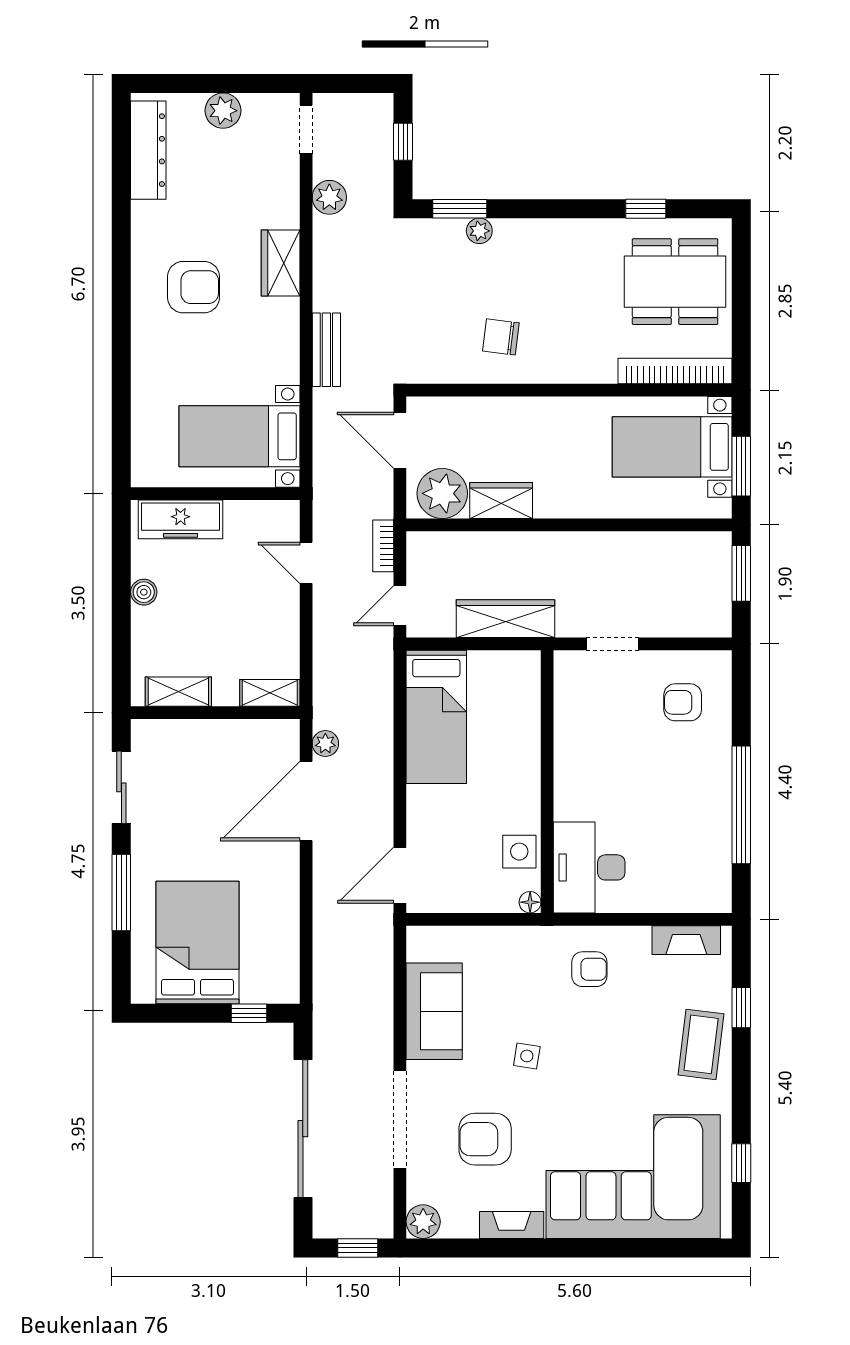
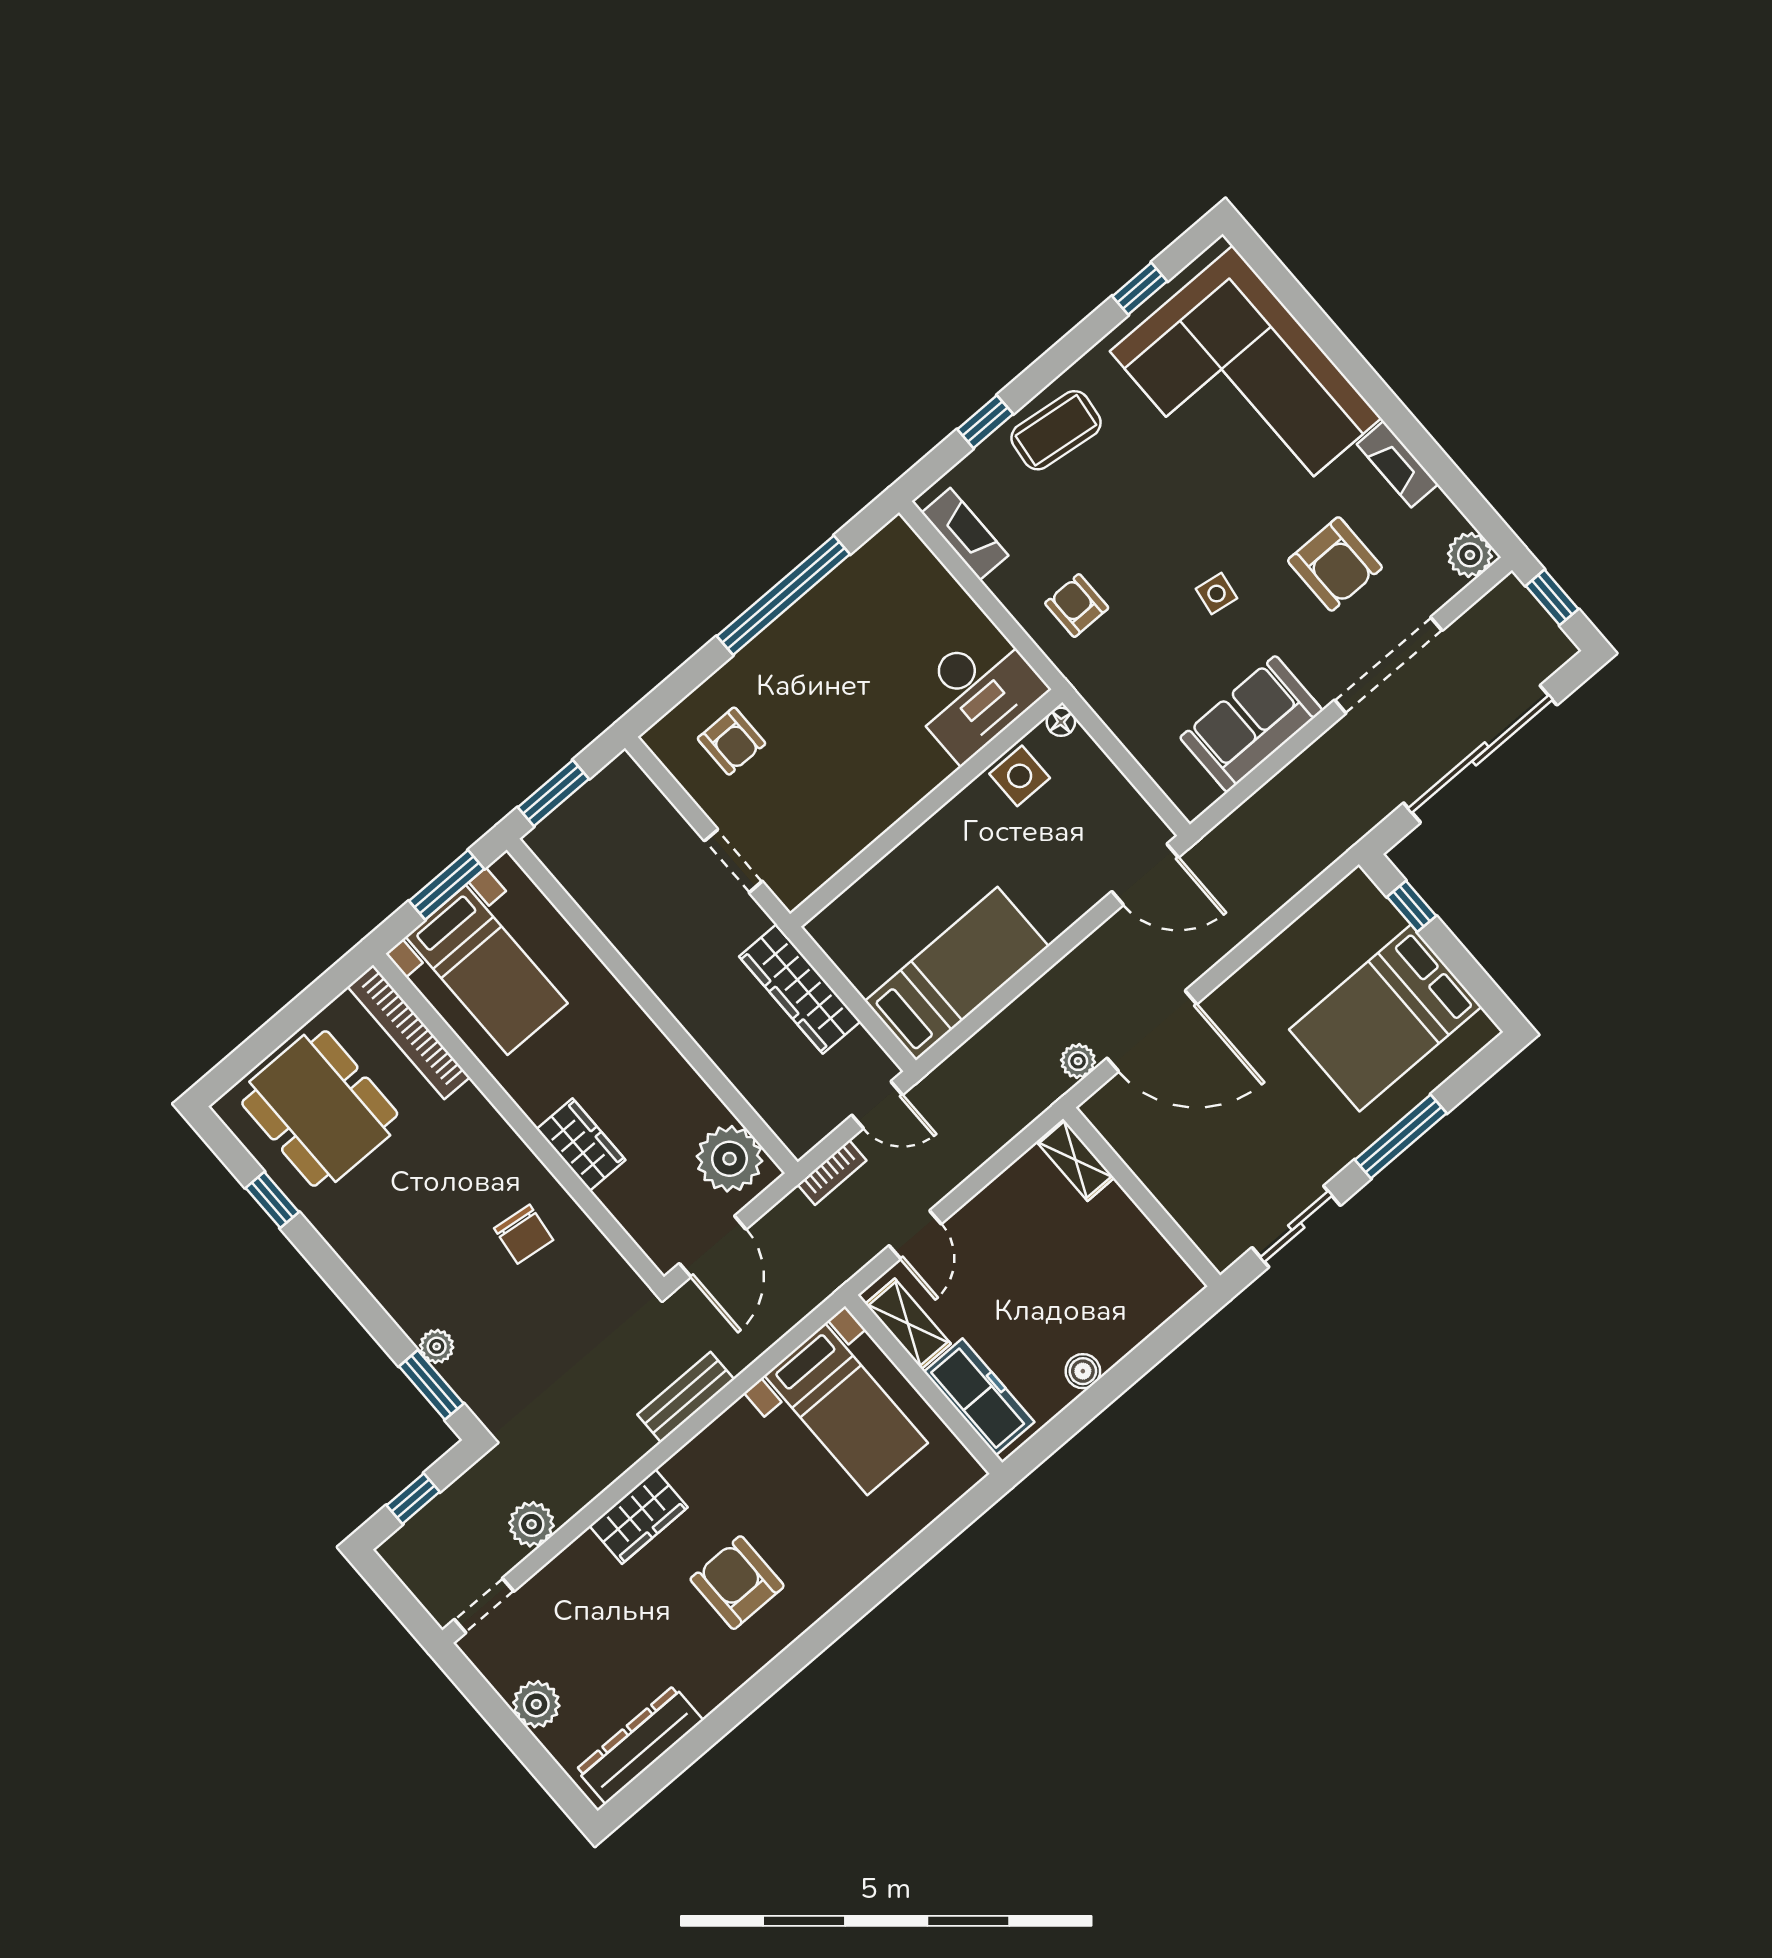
wardrobe: (501, 500) -> (581, 1145), moved, turned 180
shelving: (178, 692) -> (908, 1324), moved

